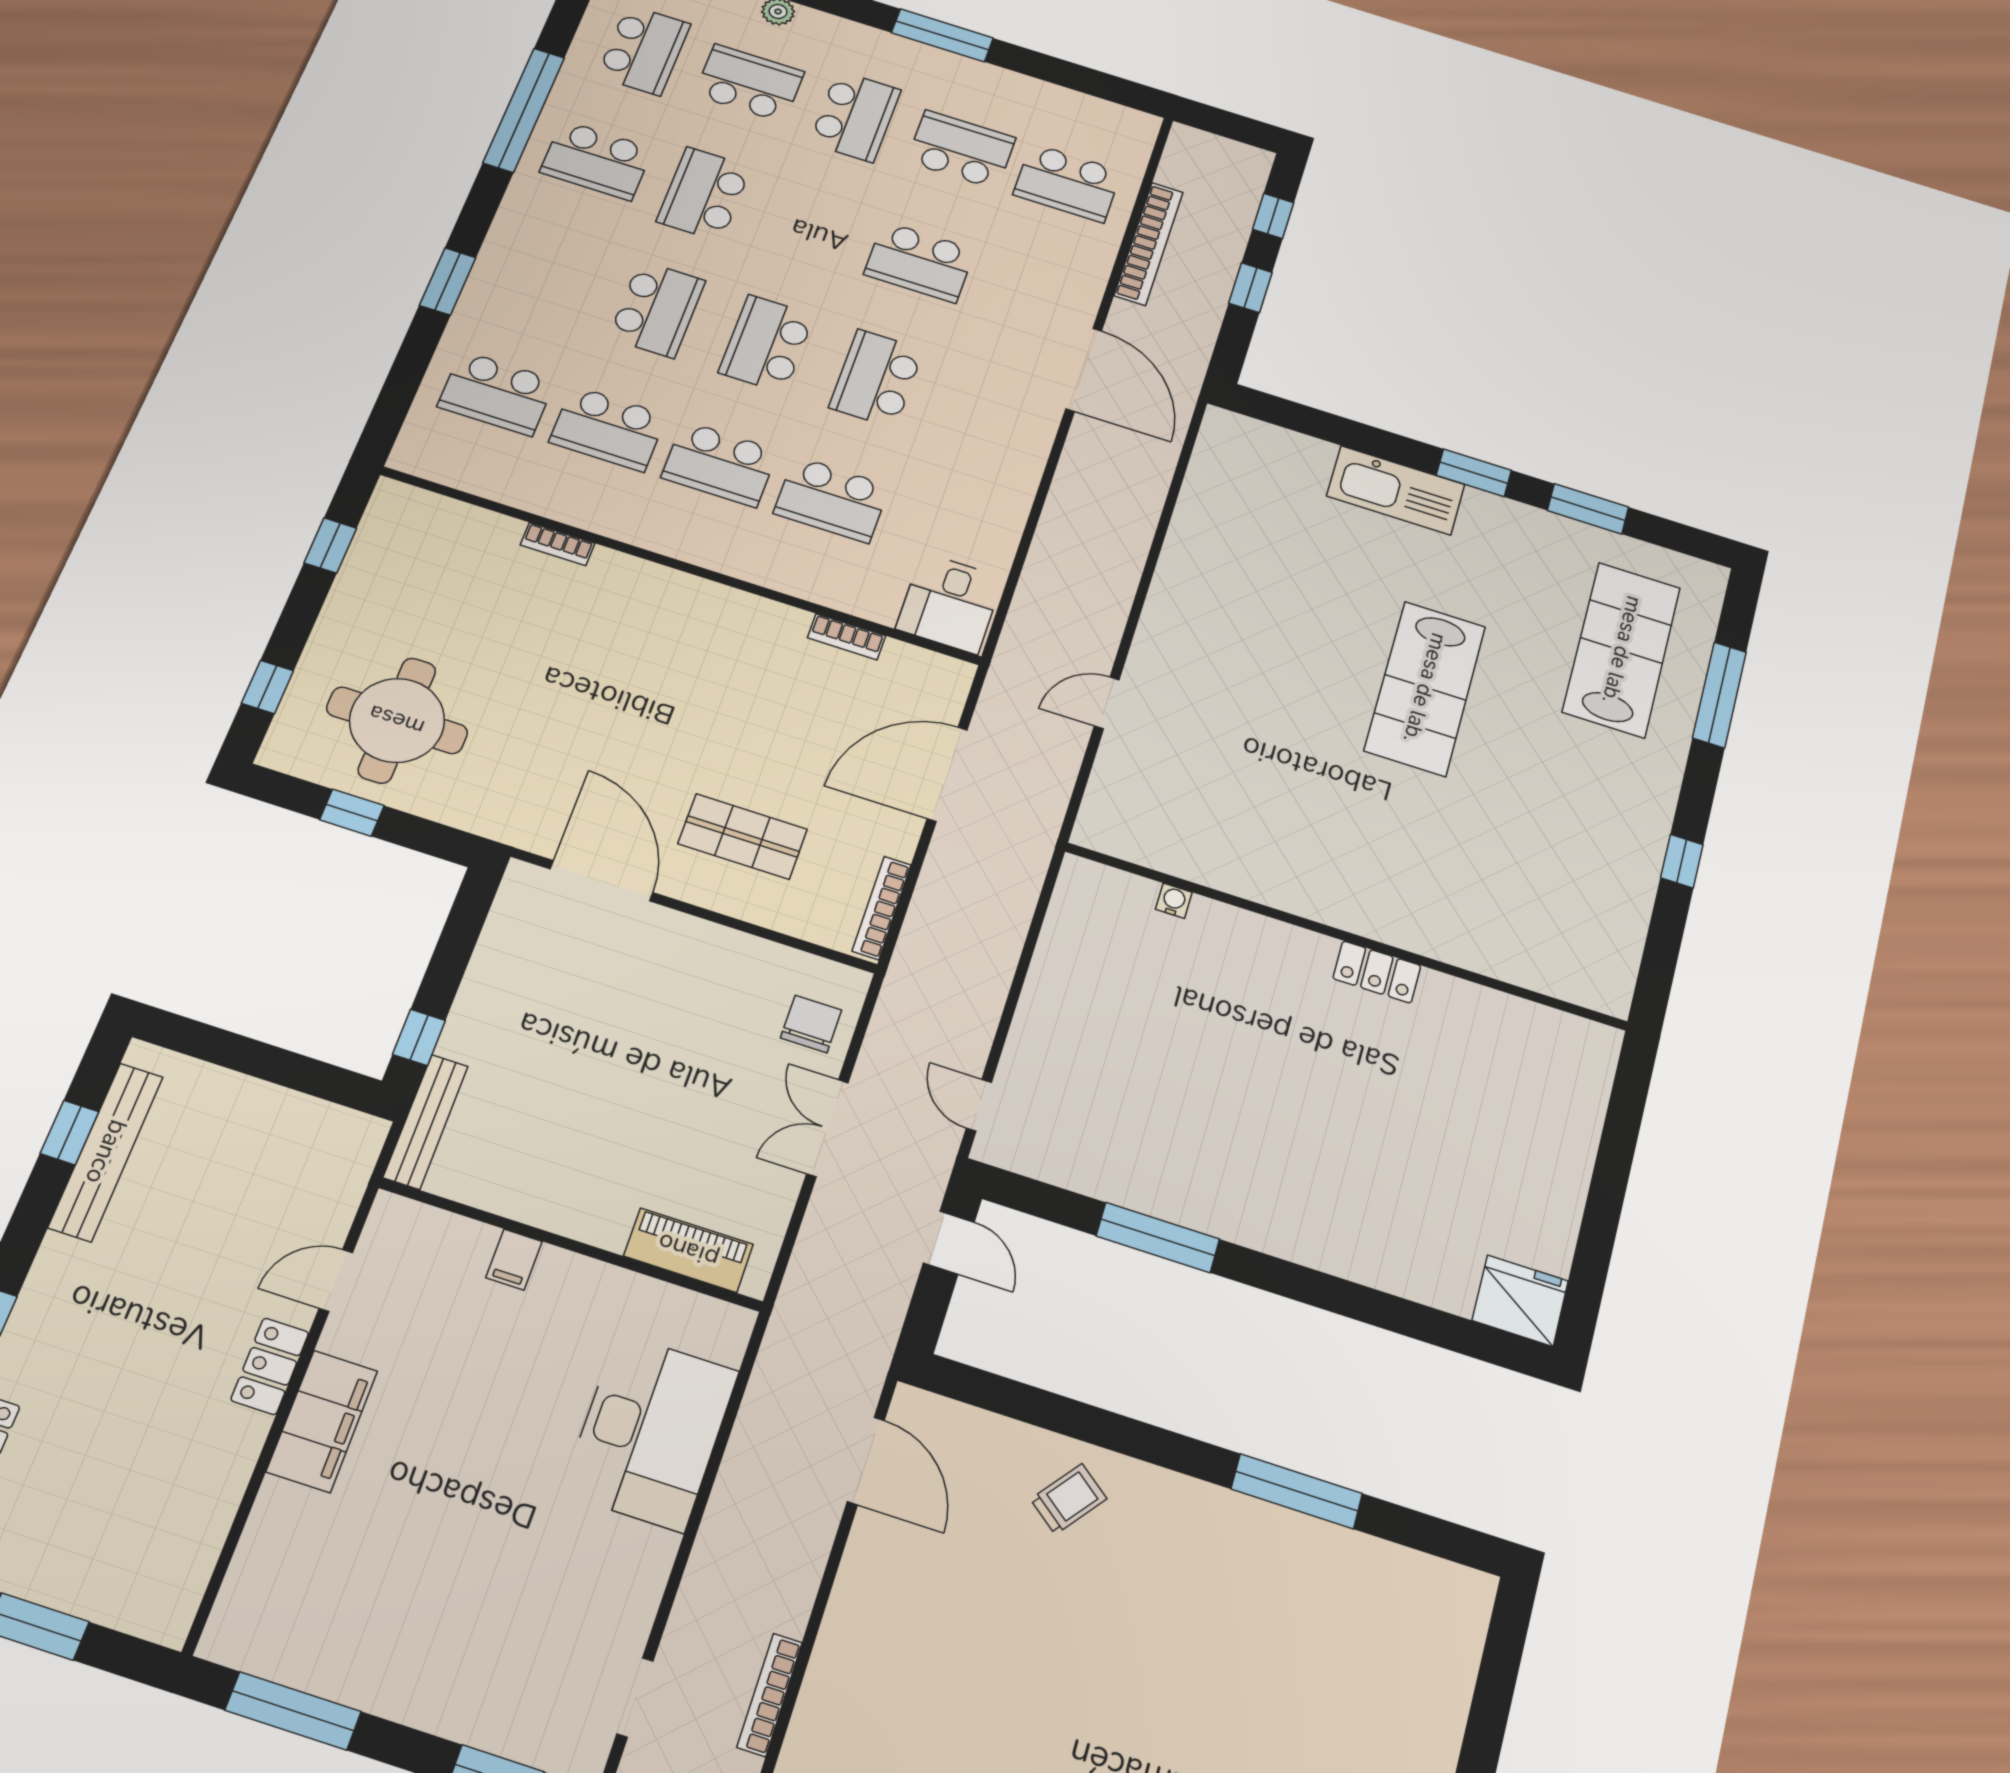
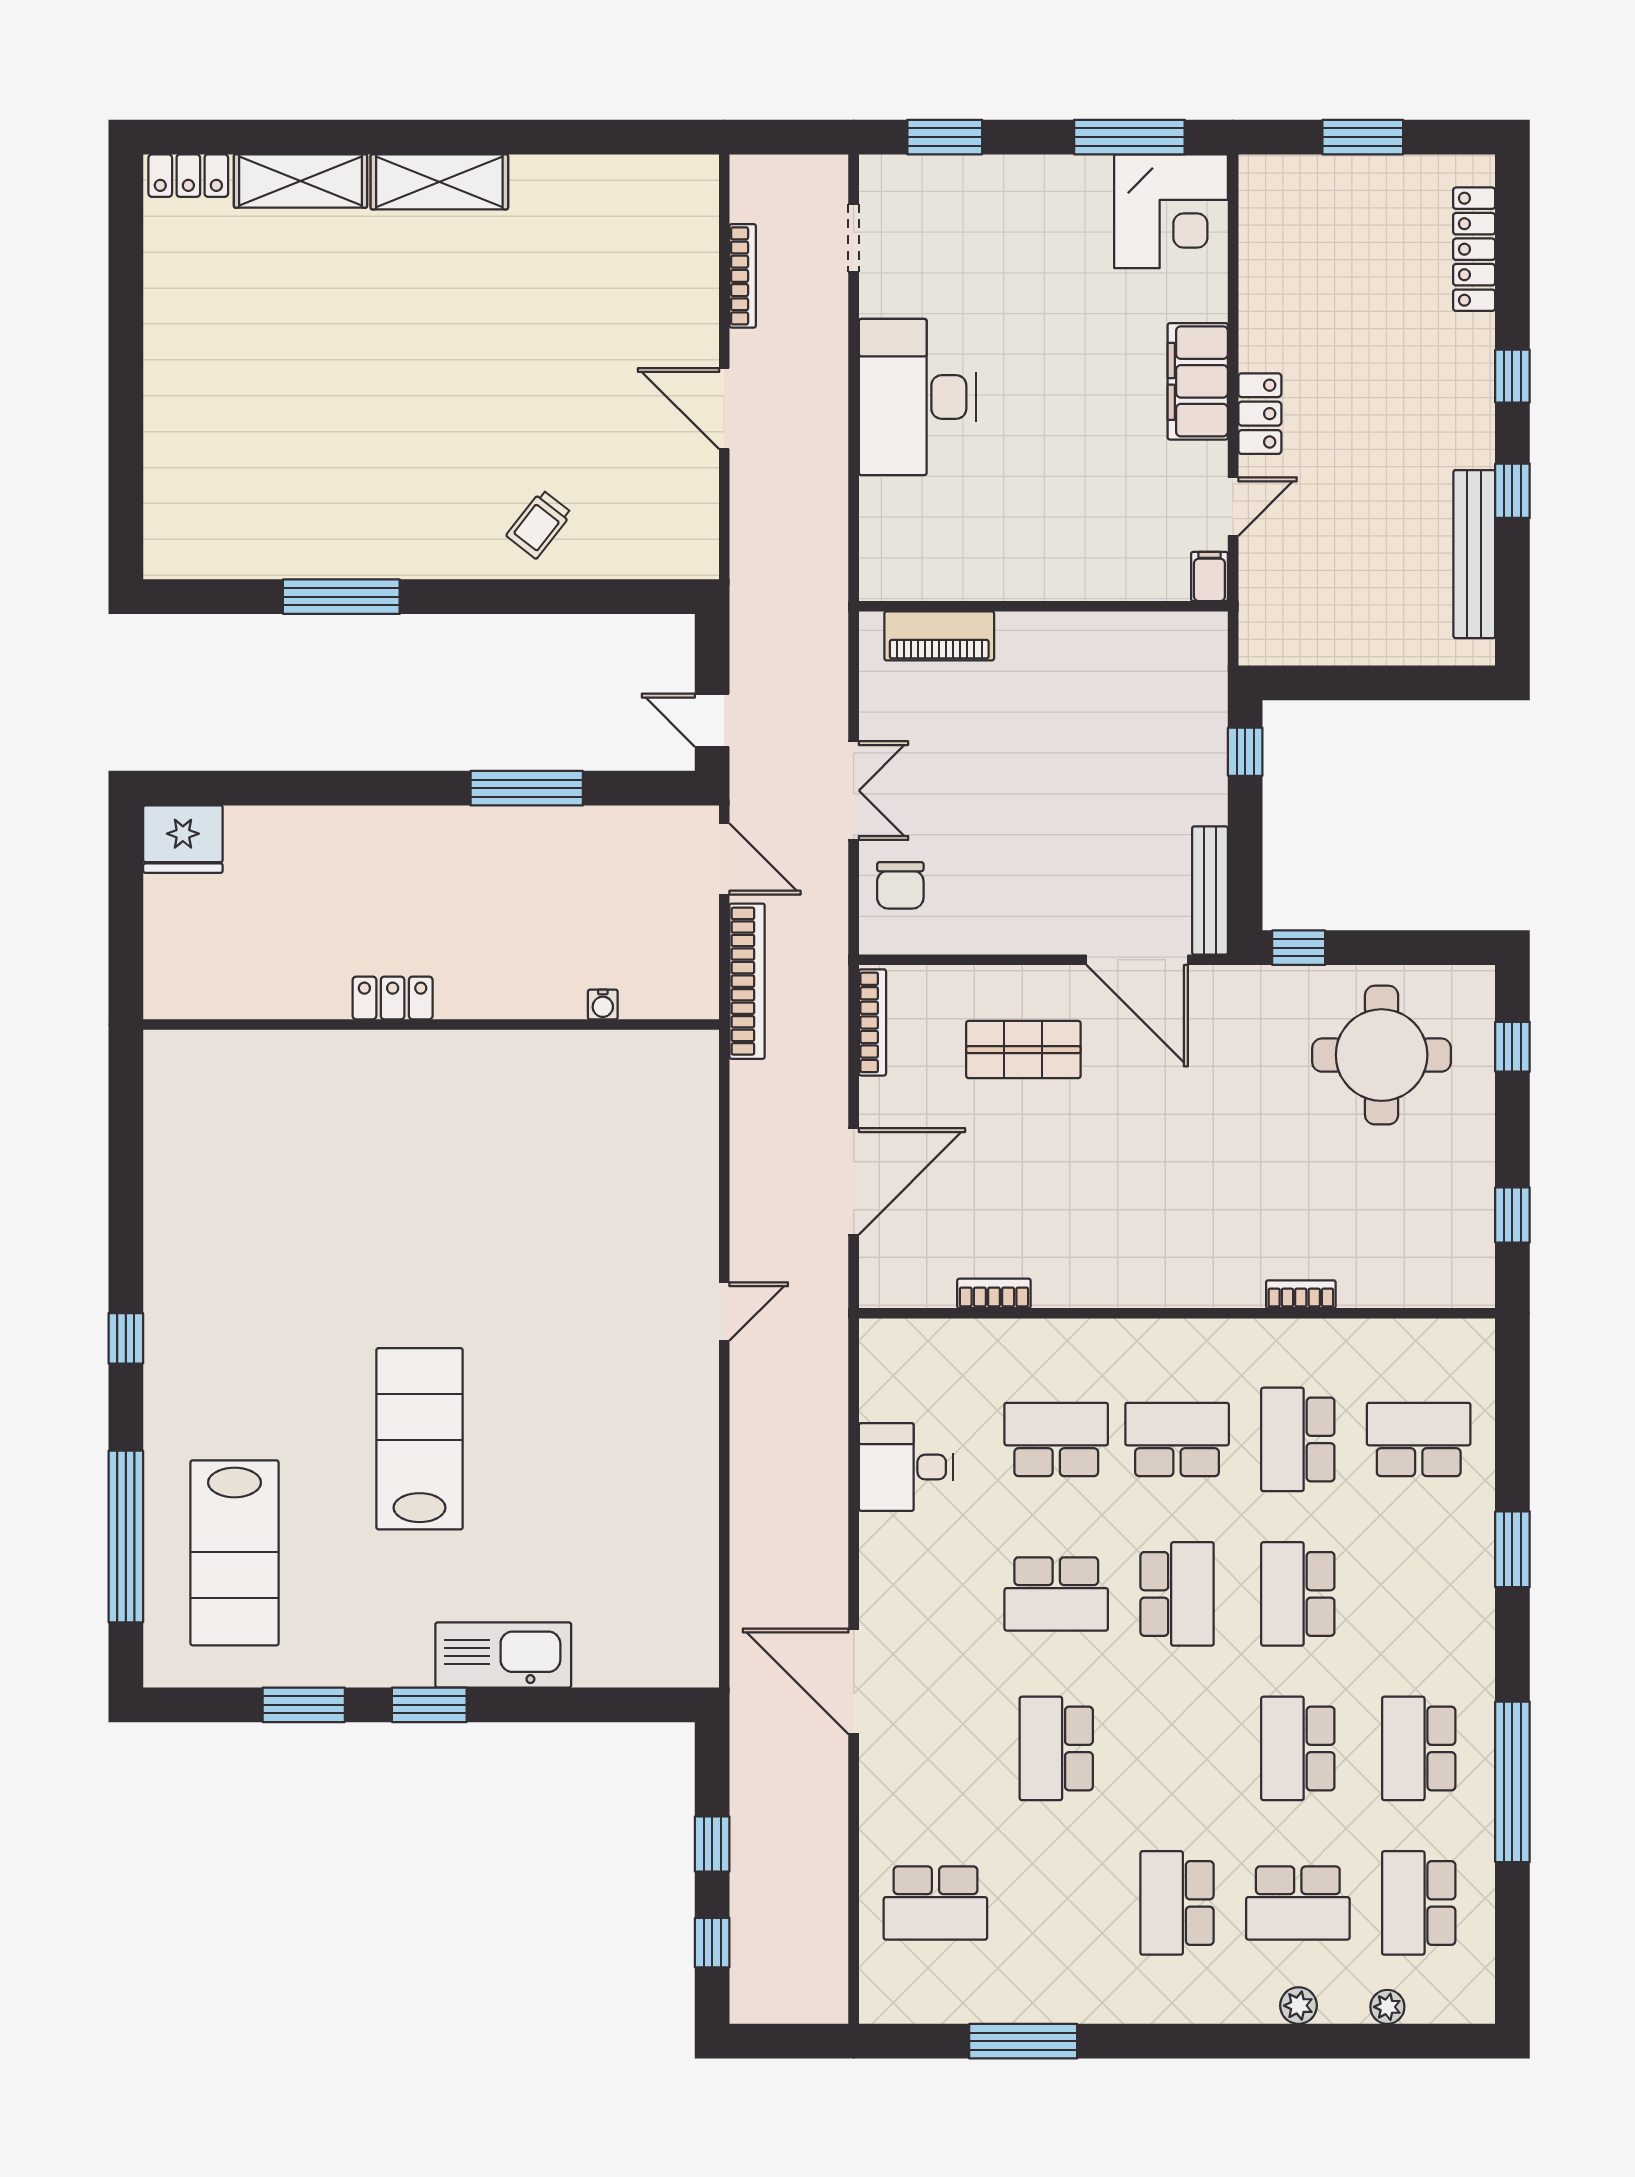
window: (942, 35) -> (1023, 2041), moved
school desk: (961, 150) -> (1056, 1903), removed
school desk: (597, 160) -> (1419, 1748), turned -90
school desk: (1067, 183) -> (935, 1903), turned 180
school desk: (704, 194) -> (1298, 1748), turned 180
bookcase: (1149, 244) -> (747, 981), moved, turned 180
school desk: (920, 262) -> (1056, 1748), turned -90
school desk: (876, 378) -> (1056, 1594), turned 90
school desk: (608, 429) -> (1298, 1439), turned -90
desk: (950, 603) -> (906, 1467), moved, turned -90
window: (1719, 695) -> (126, 1536), width x1.46
window: (352, 813) -> (1299, 948), moved
water cooler: (1174, 901) -> (603, 1004), moved
wall: (1346, 936) -> (431, 1024), moved
locker: (1377, 972) -> (393, 998), moved
door: (979, 1105) -> (724, 859), width x1.37
bench: (426, 1122) -> (1210, 891), moved
window: (69, 1133) -> (1512, 491), moved
filing cabinet: (514, 1260) -> (1209, 576), moved
desk: (650, 1432) -> (917, 397), moved
door: (866, 1461) -> (724, 409), moved
corner desk: (279, 1613) -> (1171, 211), added

